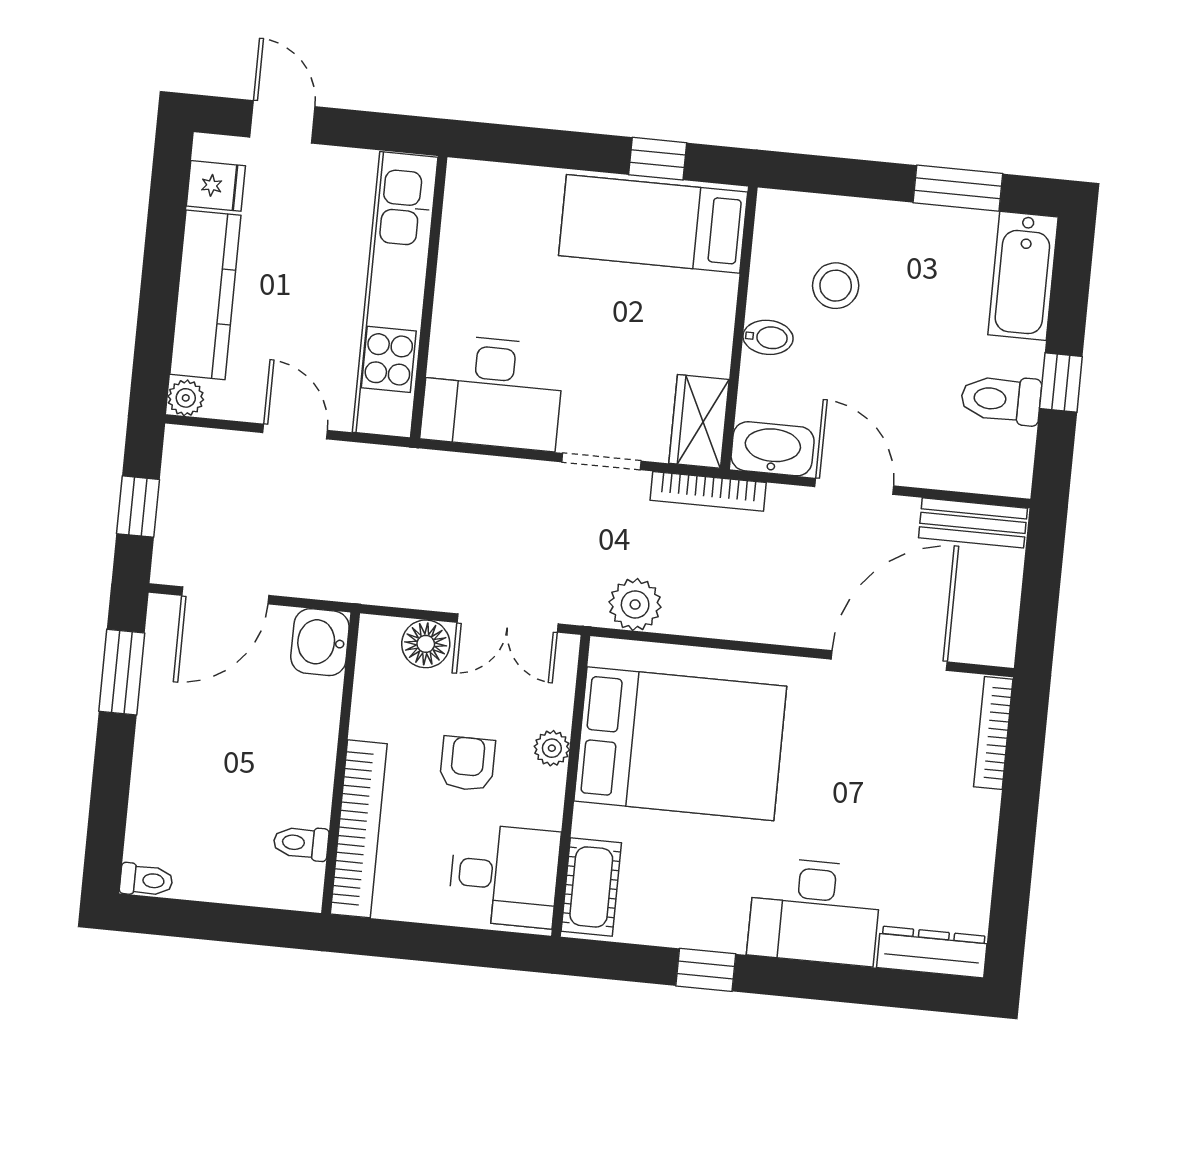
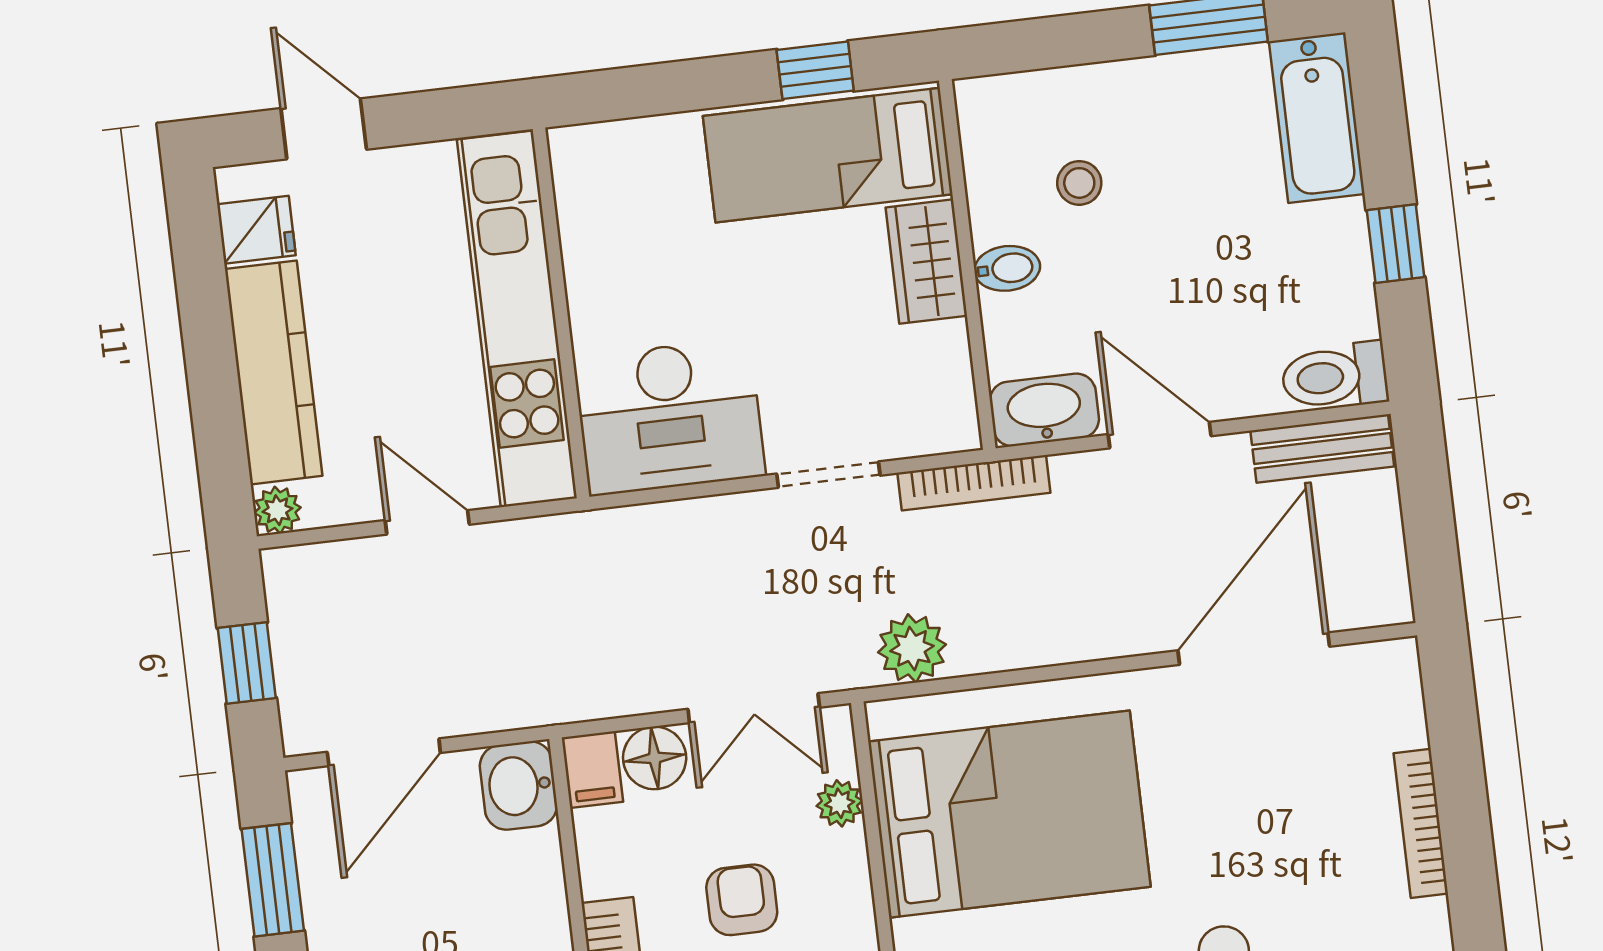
stool: (836, 286) -> (1079, 183), width x0.73, depth x0.73
toilet: (1001, 399) -> (1335, 376), moved
wardrobe: (699, 421) -> (926, 262), moved
filing cabinet: (378, 642) -> (592, 770), added
bookcase: (993, 733) -> (1421, 823), moved
plant: (552, 748) -> (839, 803), moved

